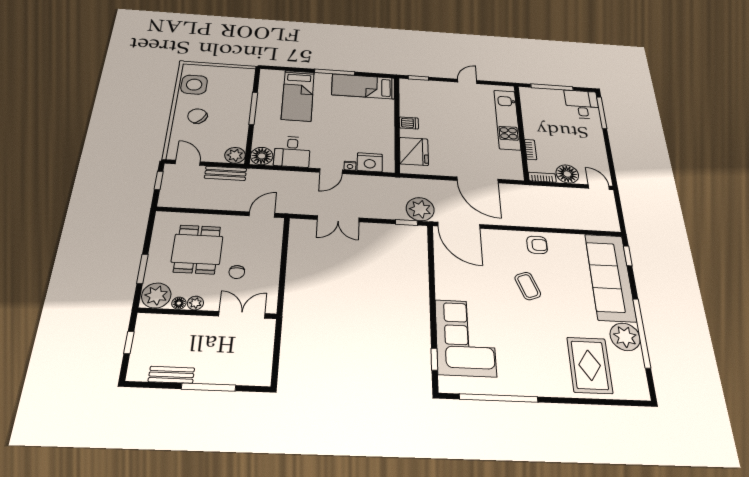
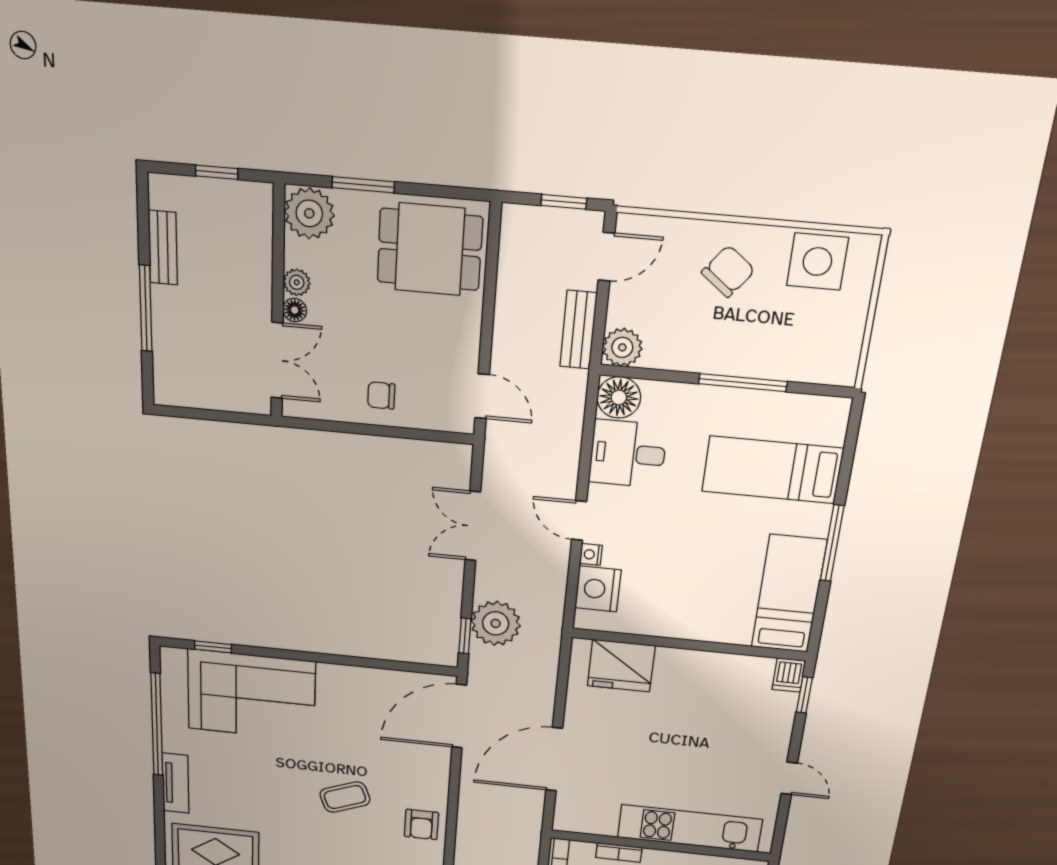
dishwasher: (409, 123) -> (789, 675), moved
plant: (420, 209) -> (496, 623), moved
dining table: (197, 249) -> (430, 249), moved
chair: (237, 272) -> (381, 395), moved
floor lamp: (179, 303) -> (295, 310), moved
tv unit: (542, 388) -> (176, 783), added

